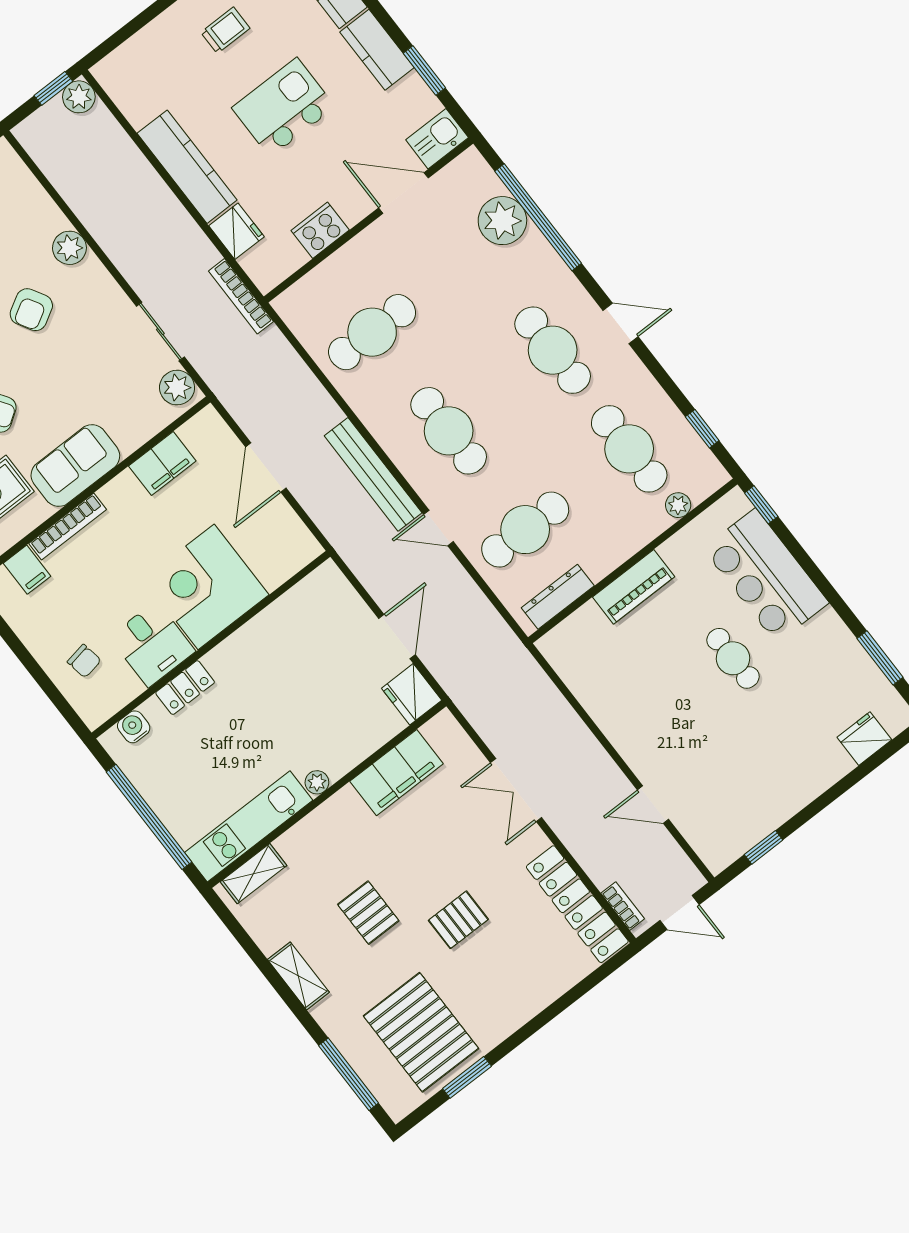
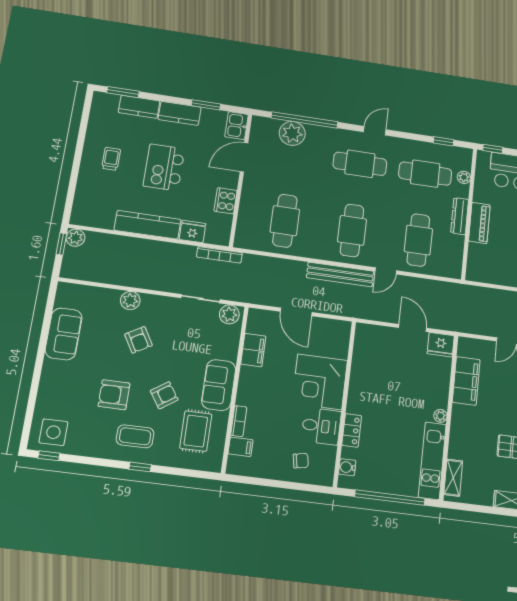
cafe table: (449, 431) -> (352, 230), turned 90
bookcase: (68, 526) -> (239, 421), width x0.64
dresser: (558, 597) -> (460, 216), moved

